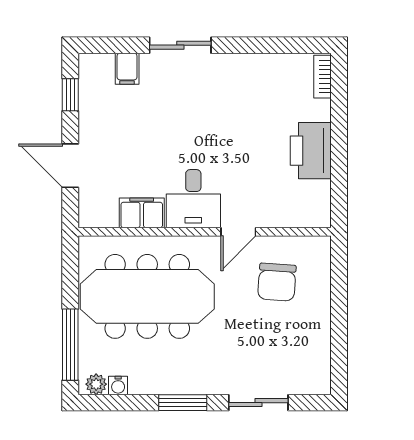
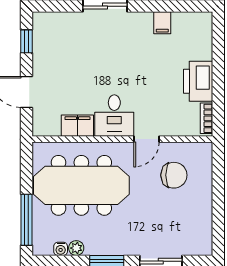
filing cabinet: (127, 69) -> (162, 23), moved
bookcase: (323, 77) -> (207, 118), moved
chair: (277, 282) -> (174, 175), turned -94
plant: (96, 384) -> (76, 248), moved

